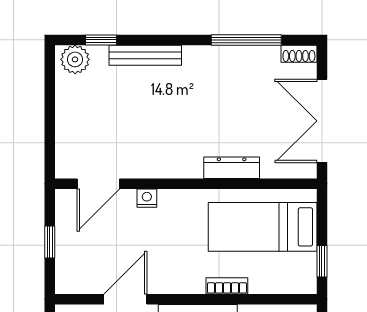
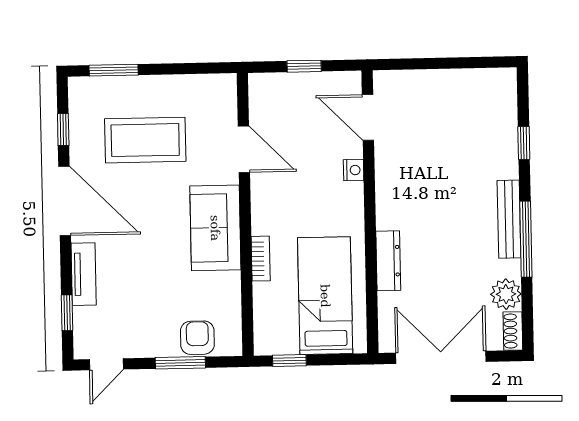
window: (101, 40) -> (524, 143), moved
window: (246, 40) -> (526, 239), moved
bench: (145, 55) -> (509, 219), moved
plant: (75, 59) -> (506, 294), moved

